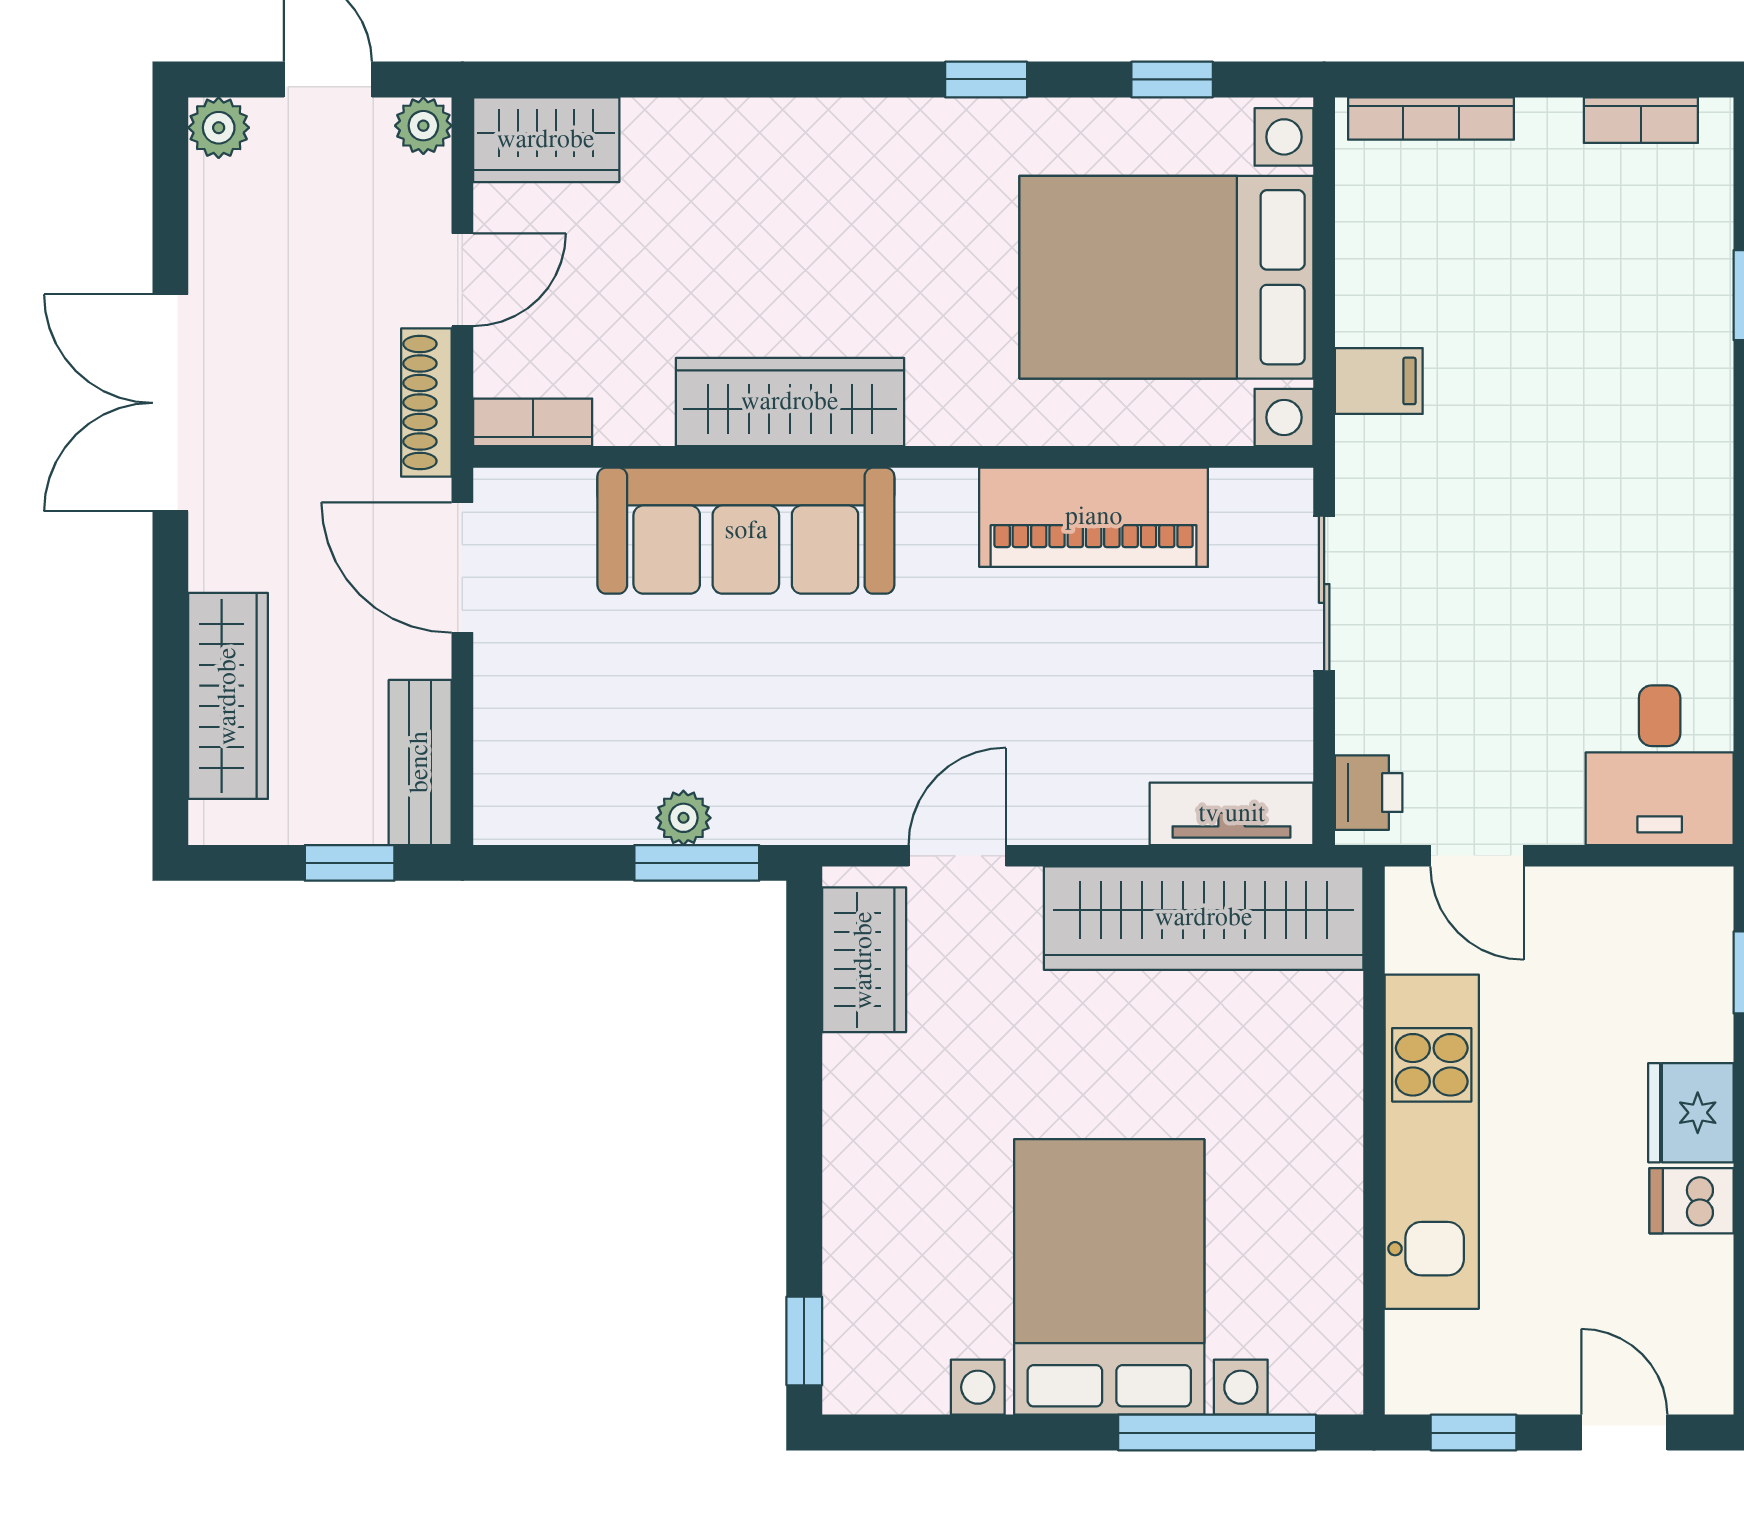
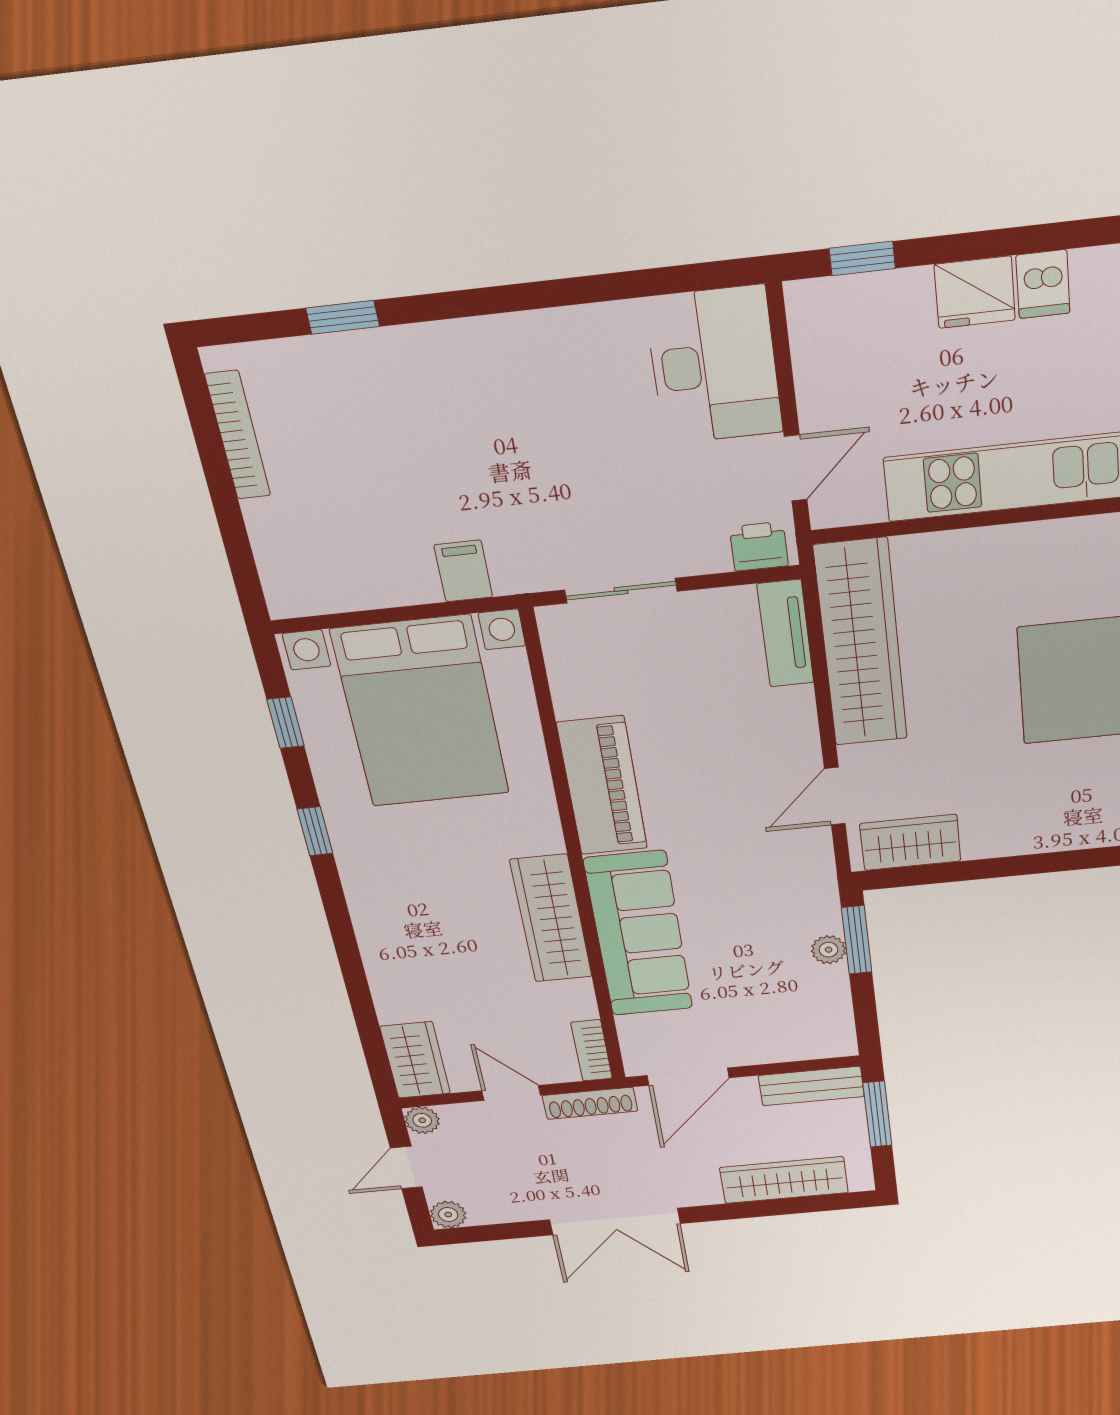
bookcase: (1431, 118) -> (269, 557), removed
bookcase: (1641, 120) -> (238, 435), width x1.56
piano: (1094, 517) -> (602, 786), moved
desk: (1660, 765) -> (714, 366), width x1.37
door: (957, 856) -> (835, 796), hinge flipped
window: (350, 863) -> (877, 1114), width x1.50

